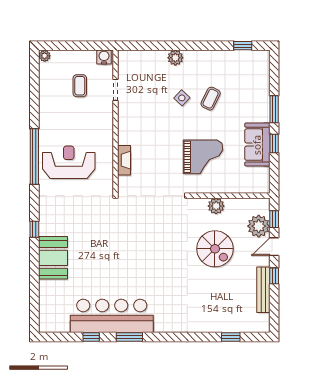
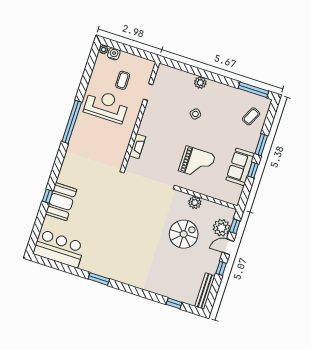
window: (243, 46) -> (253, 90), width x2.17
water cooler: (104, 57) -> (114, 54), moved
coffee table: (211, 99) -> (251, 116), moved
reception desk: (69, 162) -> (106, 106), moved
window: (34, 229) -> (48, 196), moved
spiral stairs: (215, 249) -> (184, 234), turned -90
bench: (263, 290) -> (205, 291), moved
bar counter: (112, 316) -> (59, 249), moved, width x0.73
window: (91, 337) -> (70, 270), removed

